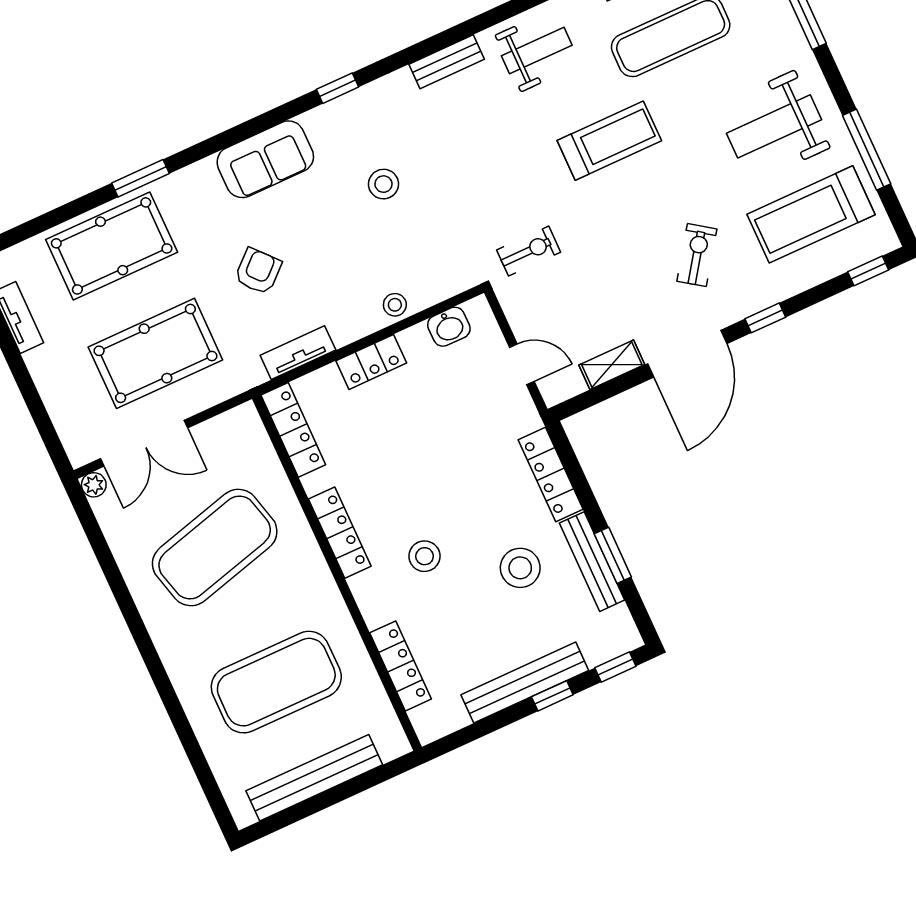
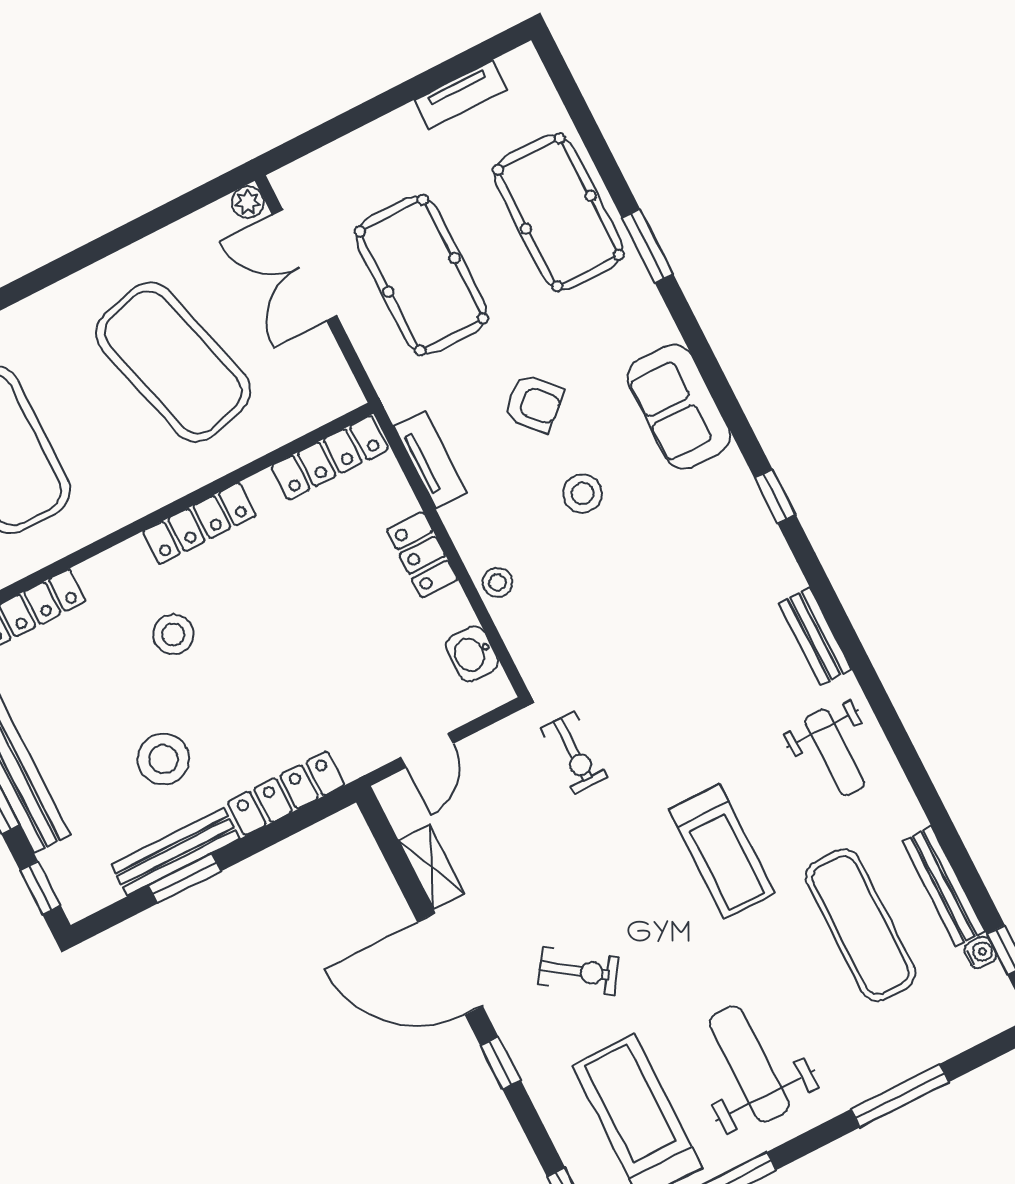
stool: (383, 184) -> (582, 493), moved

